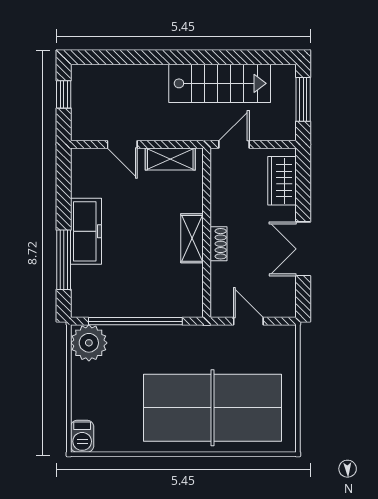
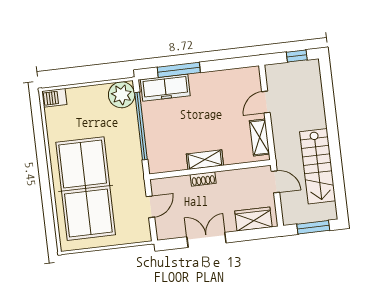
freezer: (86, 231) -> (165, 88), moved

